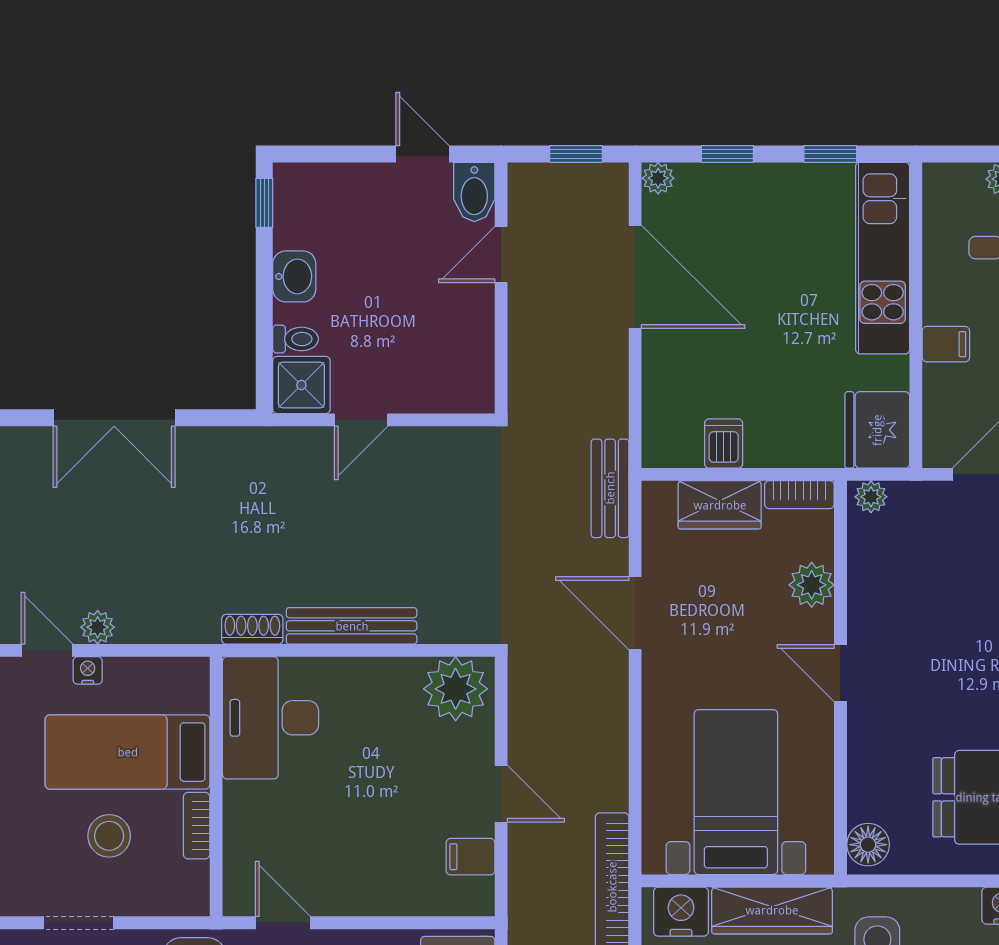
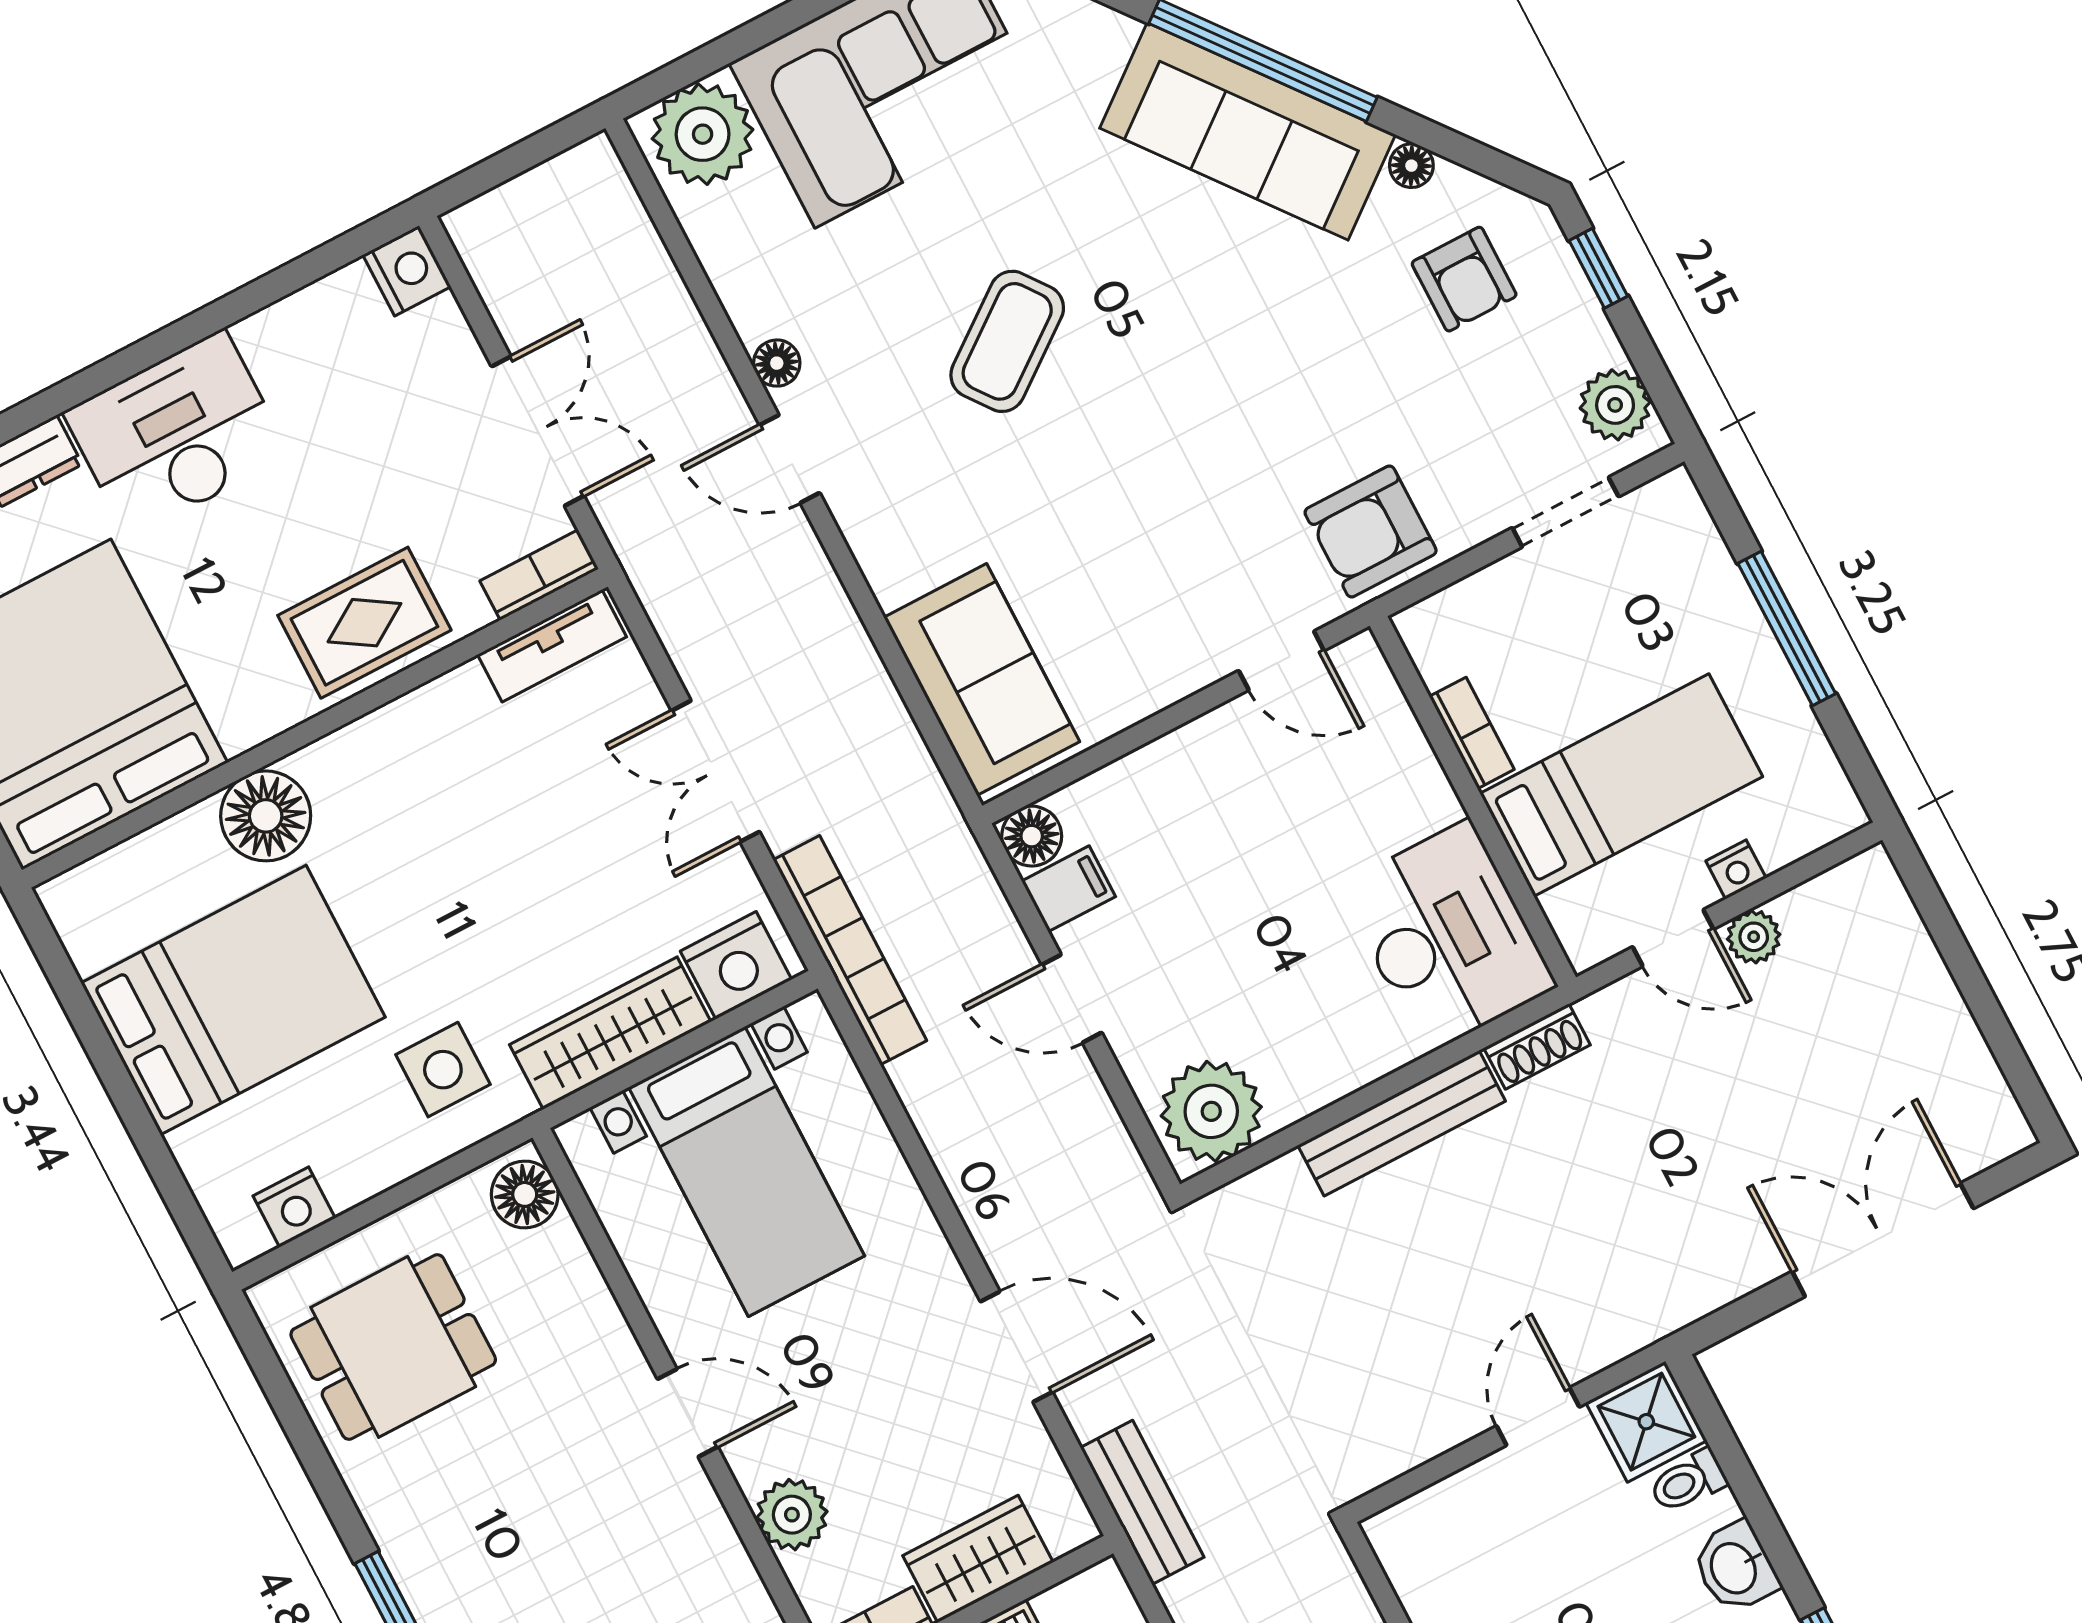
door: (47, 650) -> (1673, 938), moved
stool: (109, 836) -> (1586, 655), removed
floor lamp: (476, 897) -> (1032, 836), added

